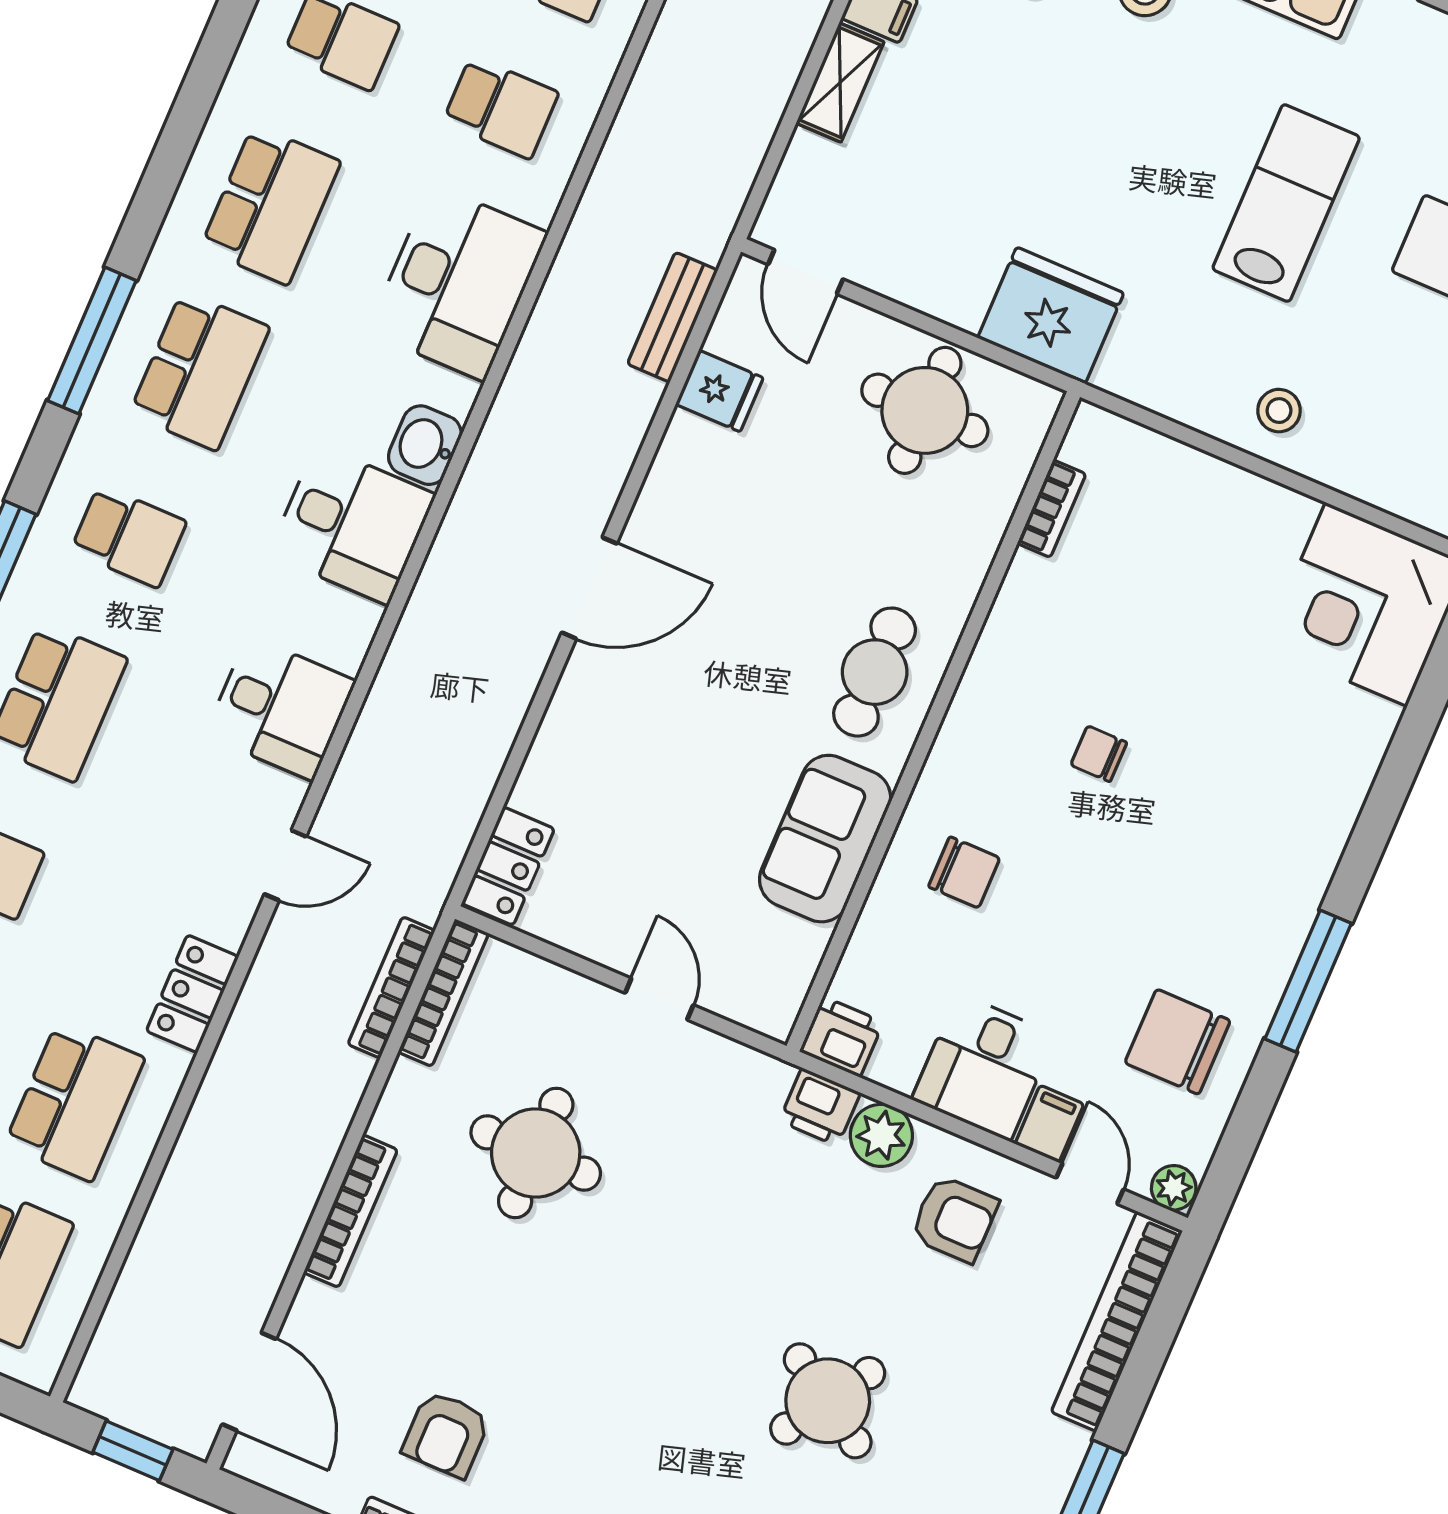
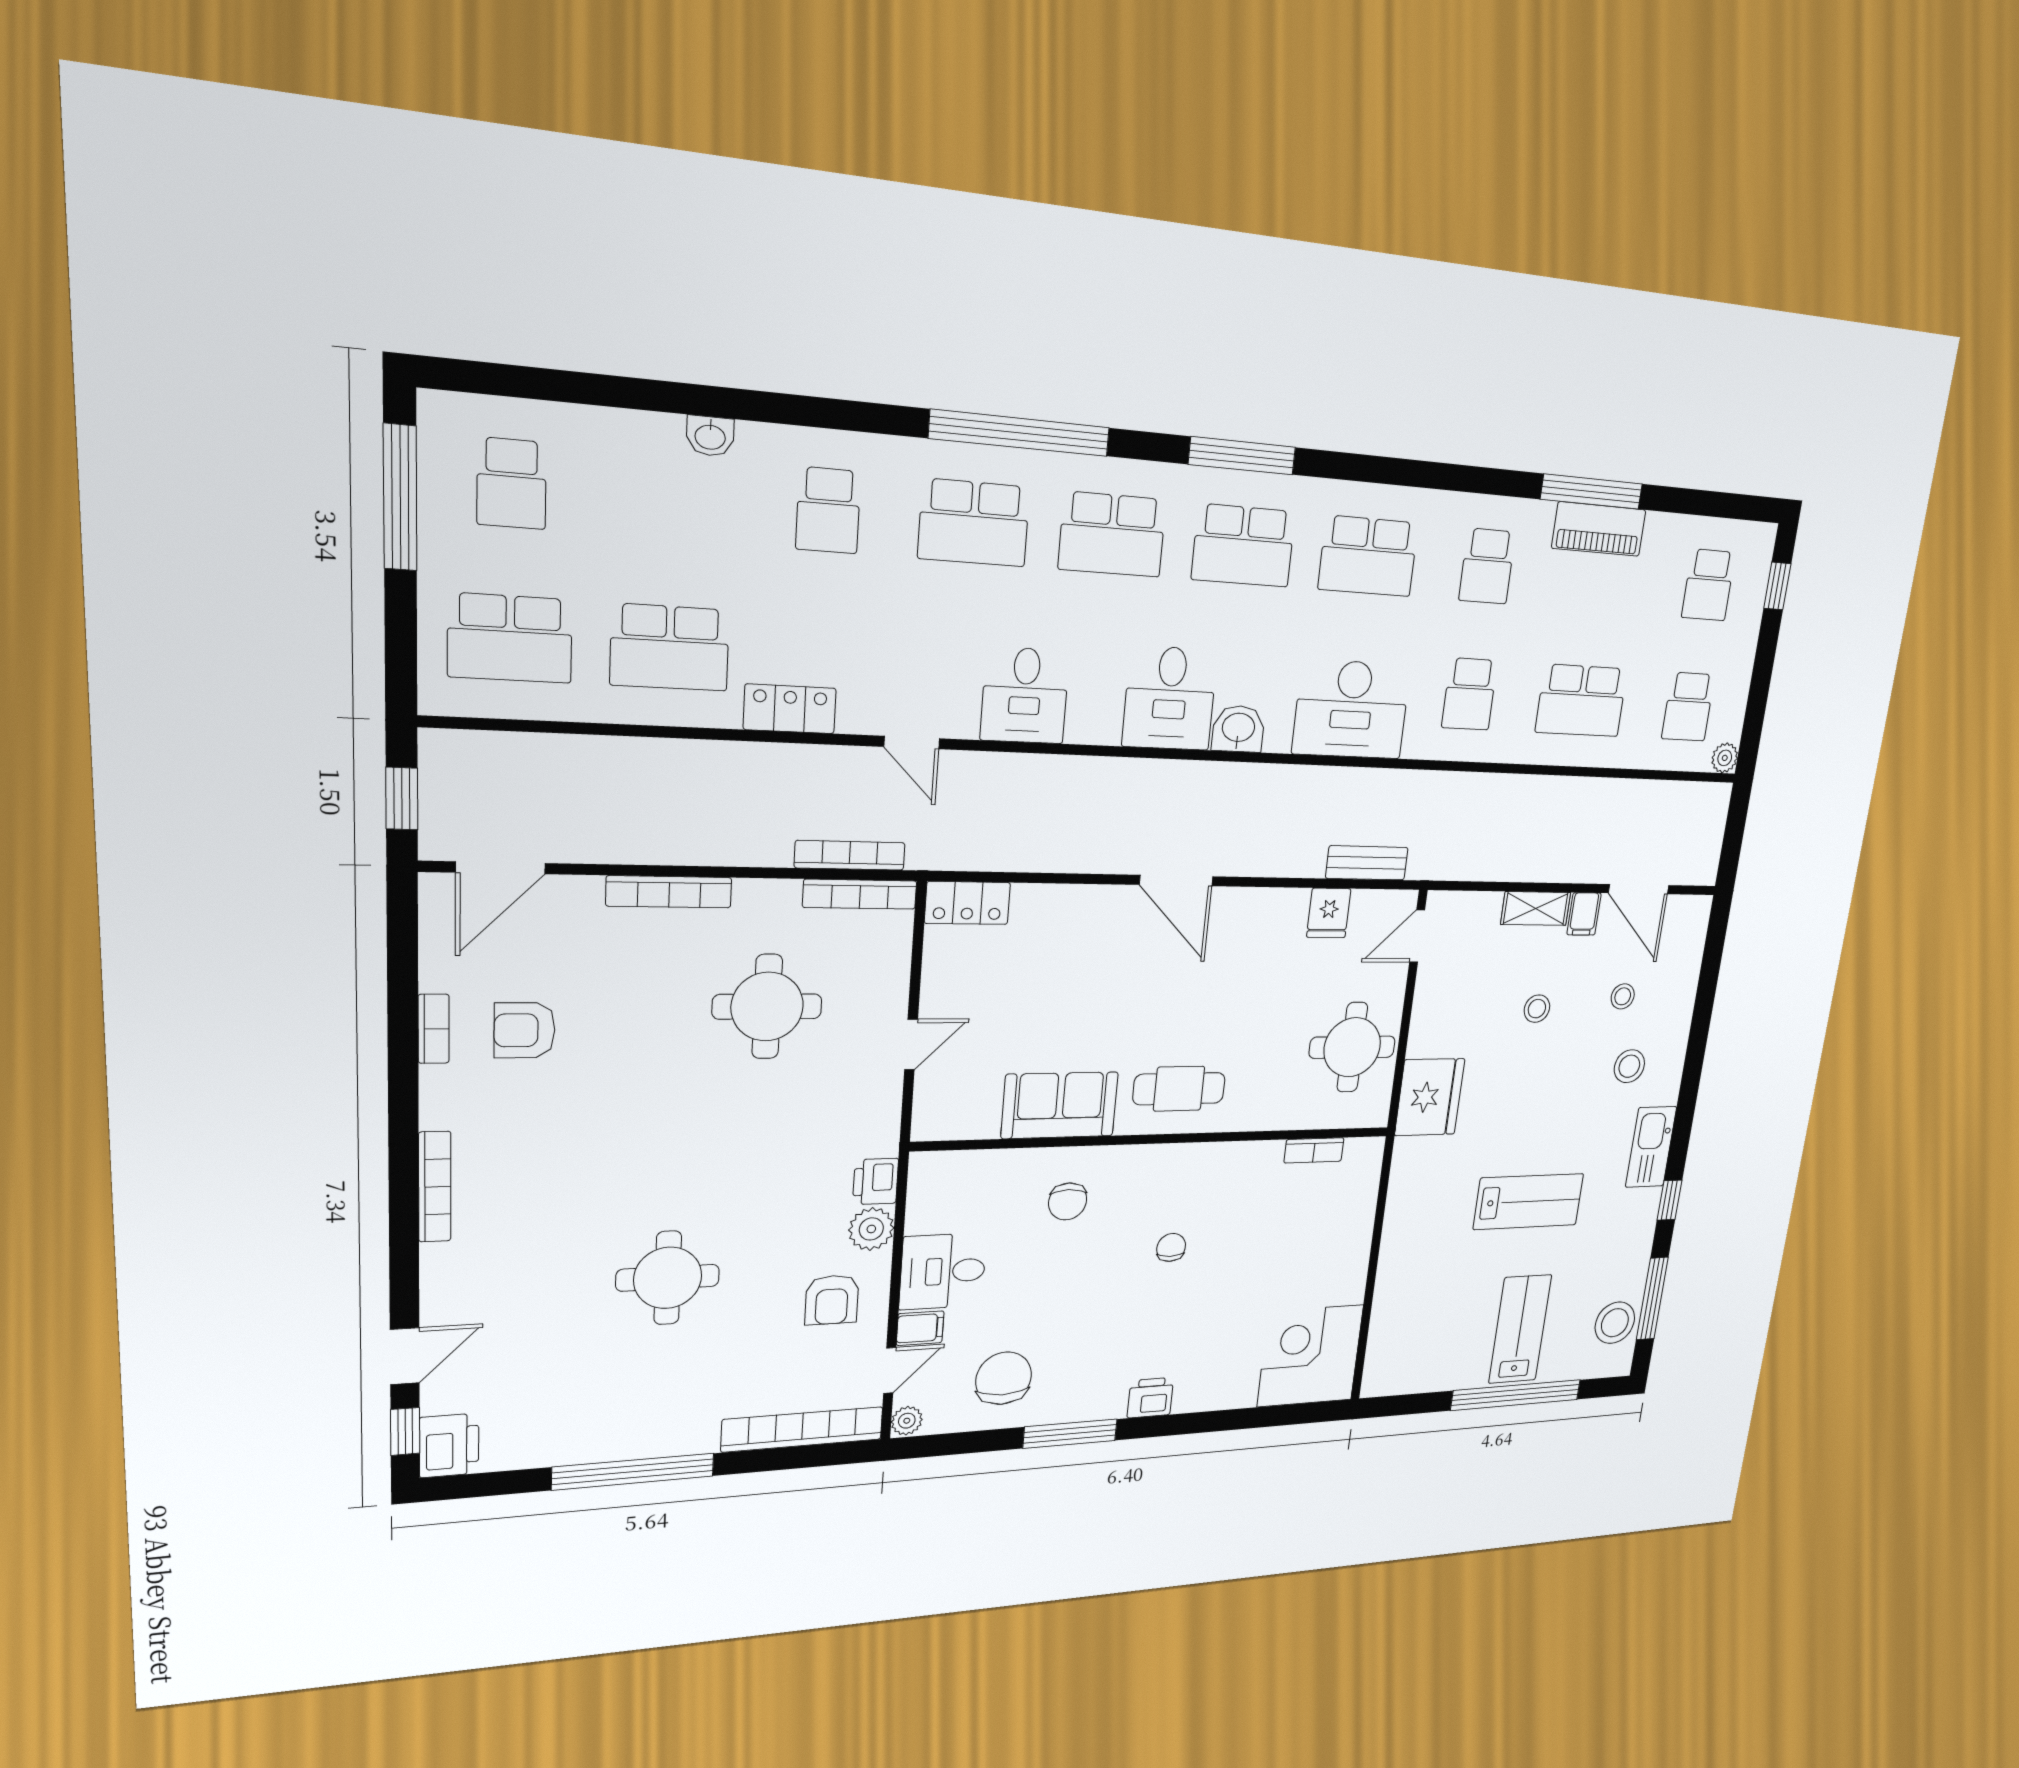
stool: (1279, 411) -> (1537, 1009), moved
school desk: (128, 536) -> (1112, 534), width x1.85
printer: (842, 1037) -> (1150, 1398), moved, turned -90
round table: (828, 1401) -> (668, 1278), turned -33

